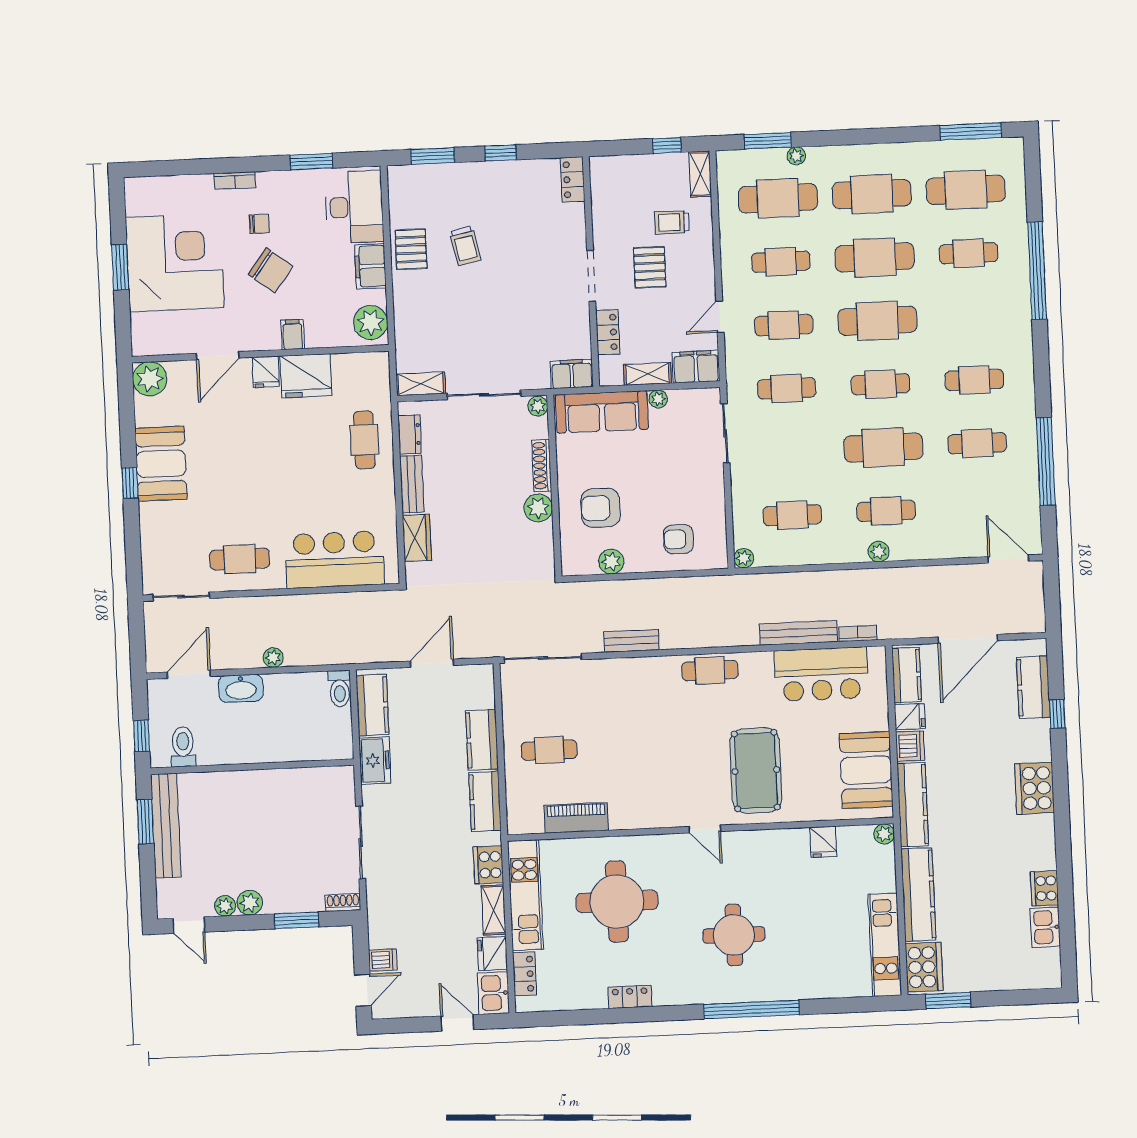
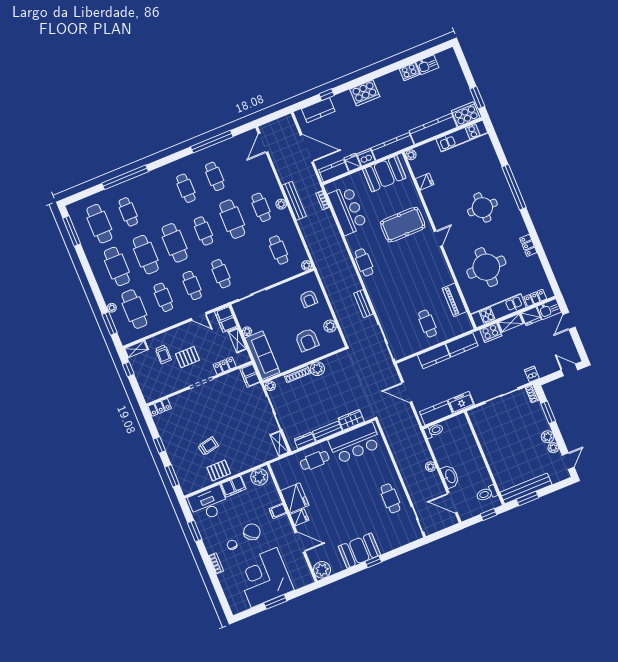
bar counter: (335, 559) -> (355, 443), moved, turned -90
bench: (798, 633) -> (294, 201), moved
dishwasher: (383, 960) -> (532, 374), moved

